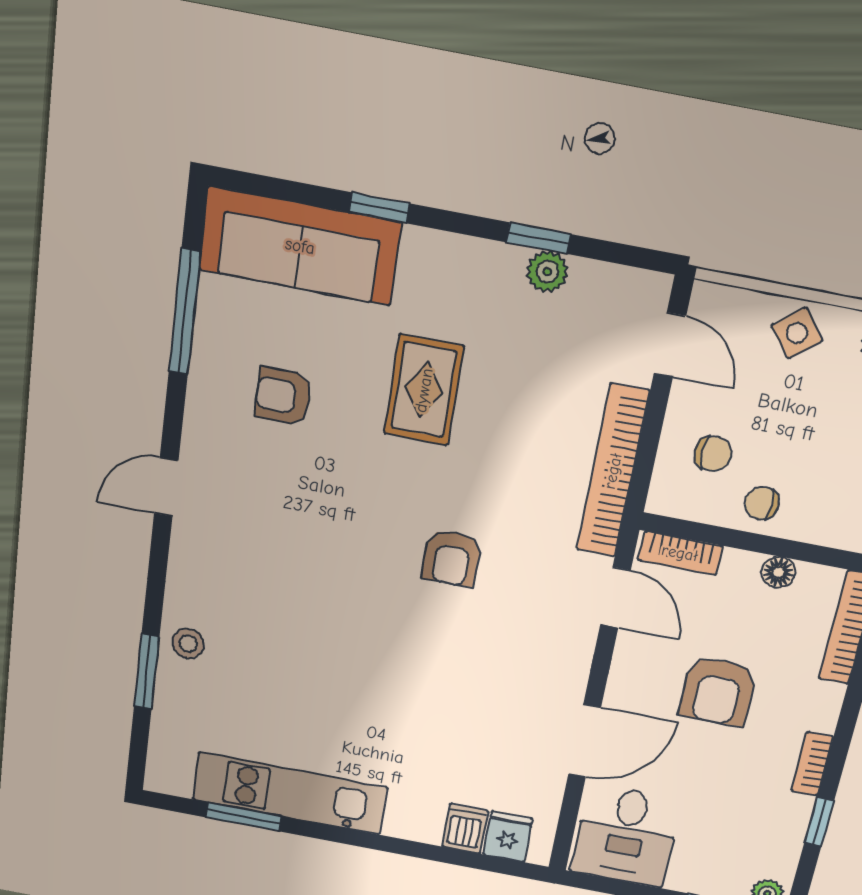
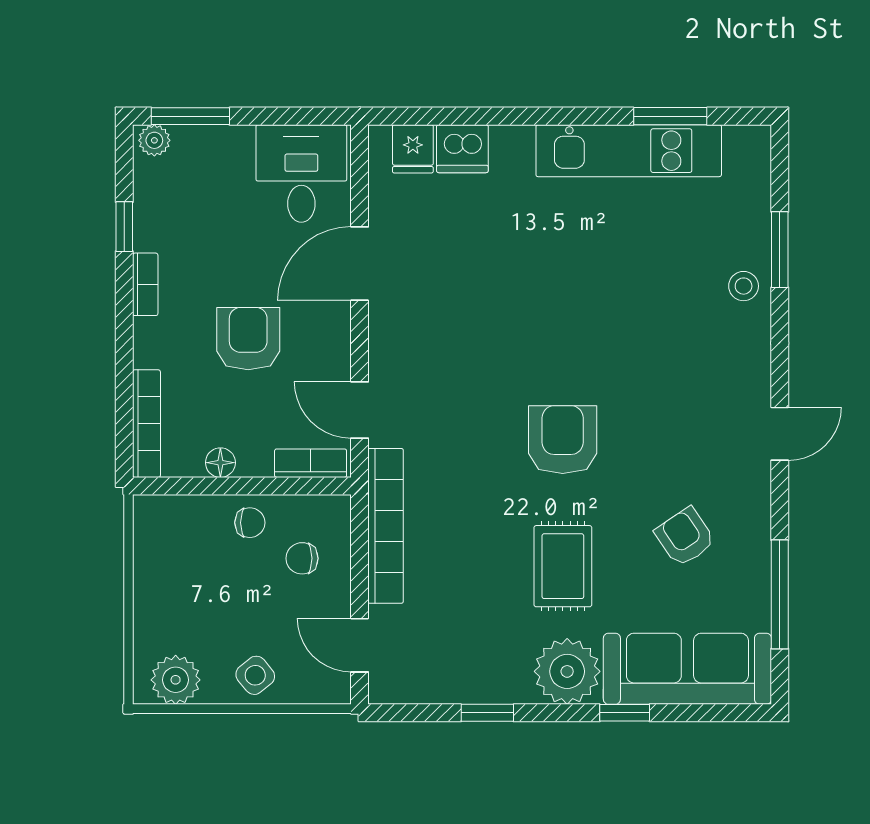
plant: (547, 272) -> (567, 671), moved, width x1.88, depth x1.88
armchair: (283, 396) -> (685, 537), turned -124
armchair: (452, 558) -> (563, 440), moved, width x1.38, depth x1.38
dishwasher: (465, 829) -> (462, 149), width x1.38

